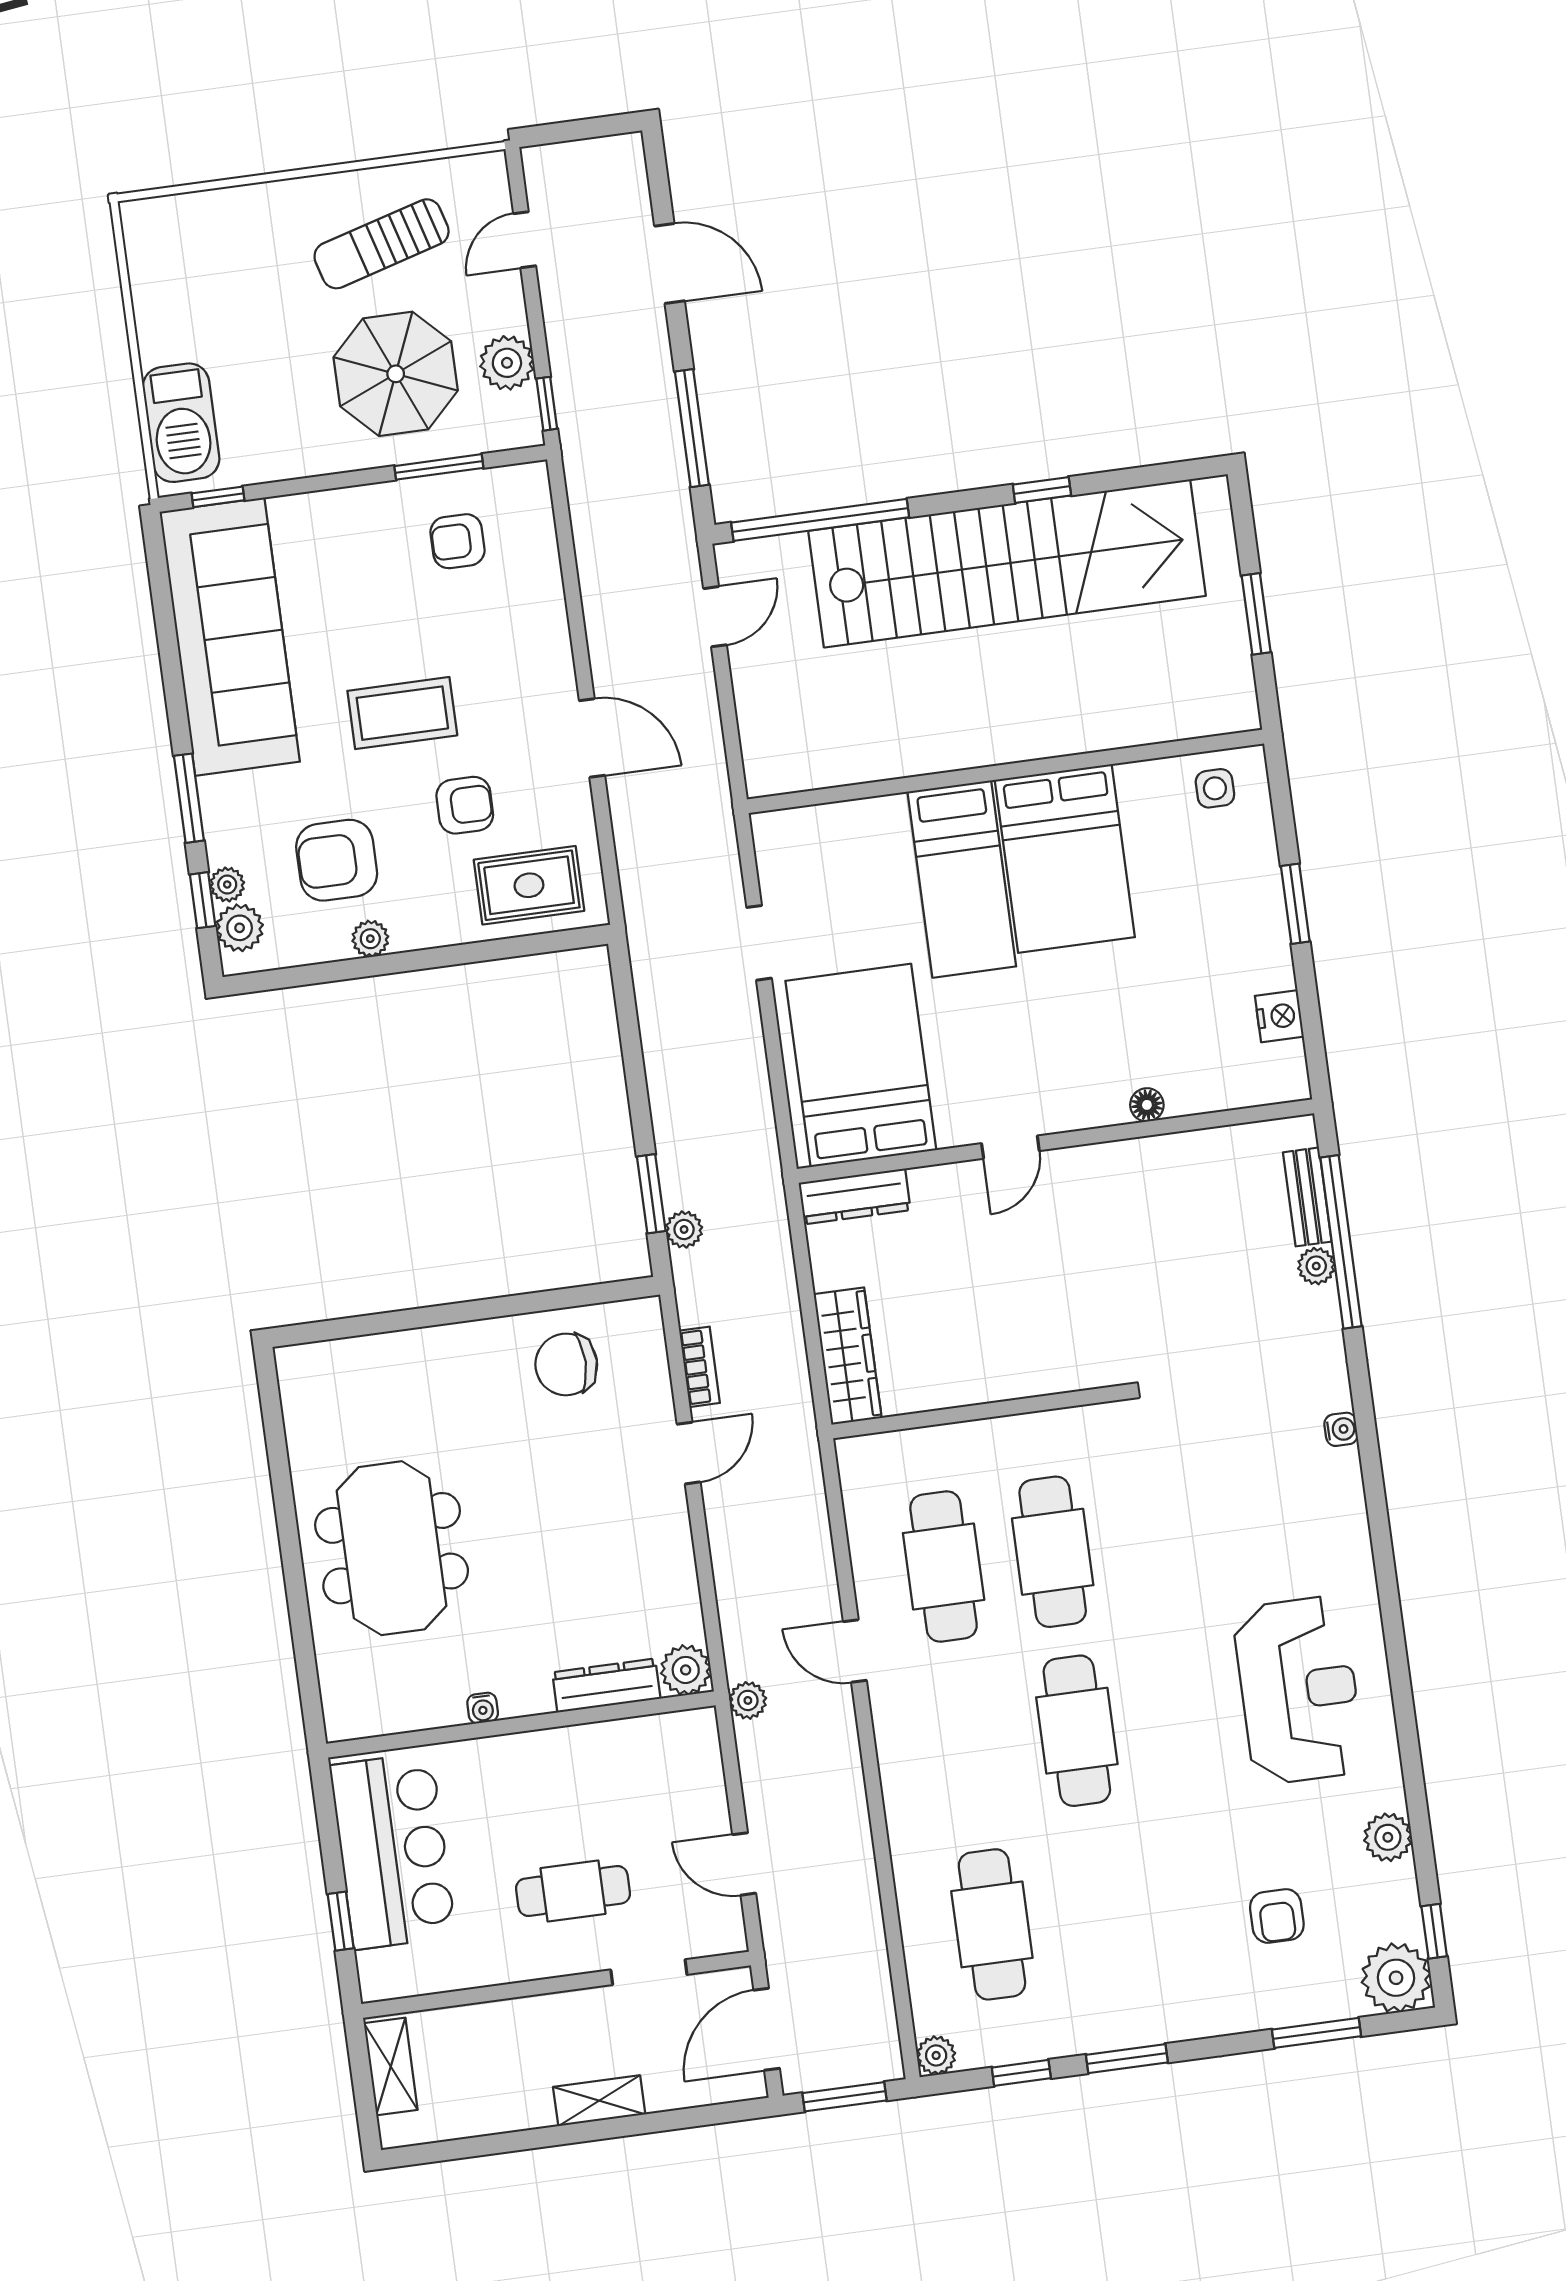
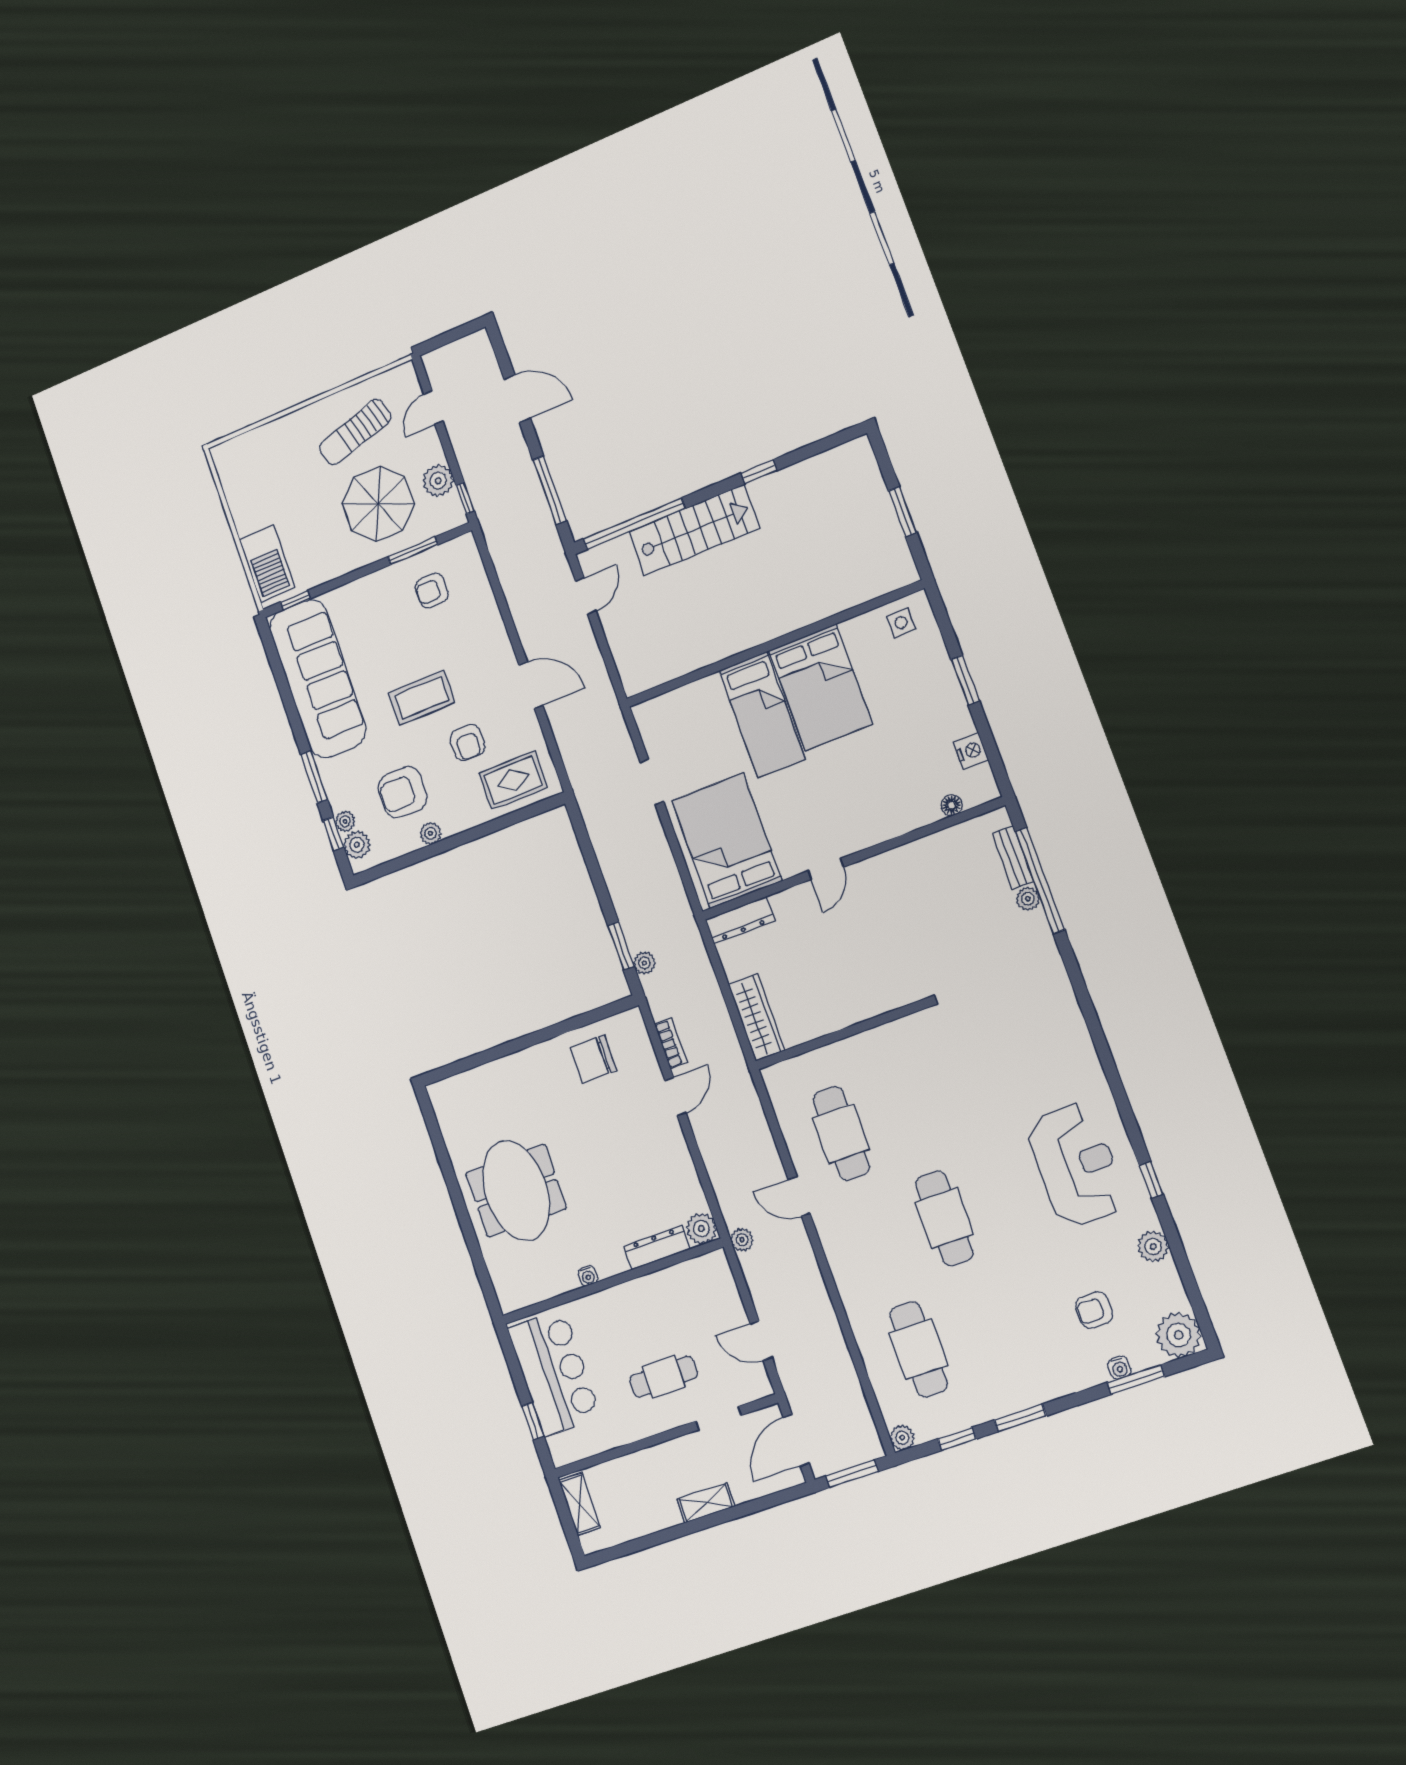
stairs: (1007, 563) -> (694, 530), width x0.54, depth x0.66
armchair: (465, 805) -> (467, 742), turned 90
floor lamp: (1147, 1105) -> (952, 805), moved
water cooler: (1341, 1429) -> (1119, 1368), moved, turned 90
cafe table: (1053, 1552) -> (905, 1110), removed
armchair: (1277, 1916) -> (1094, 1310), turned 90
window: (1434, 1931) -> (1151, 1180), moved

